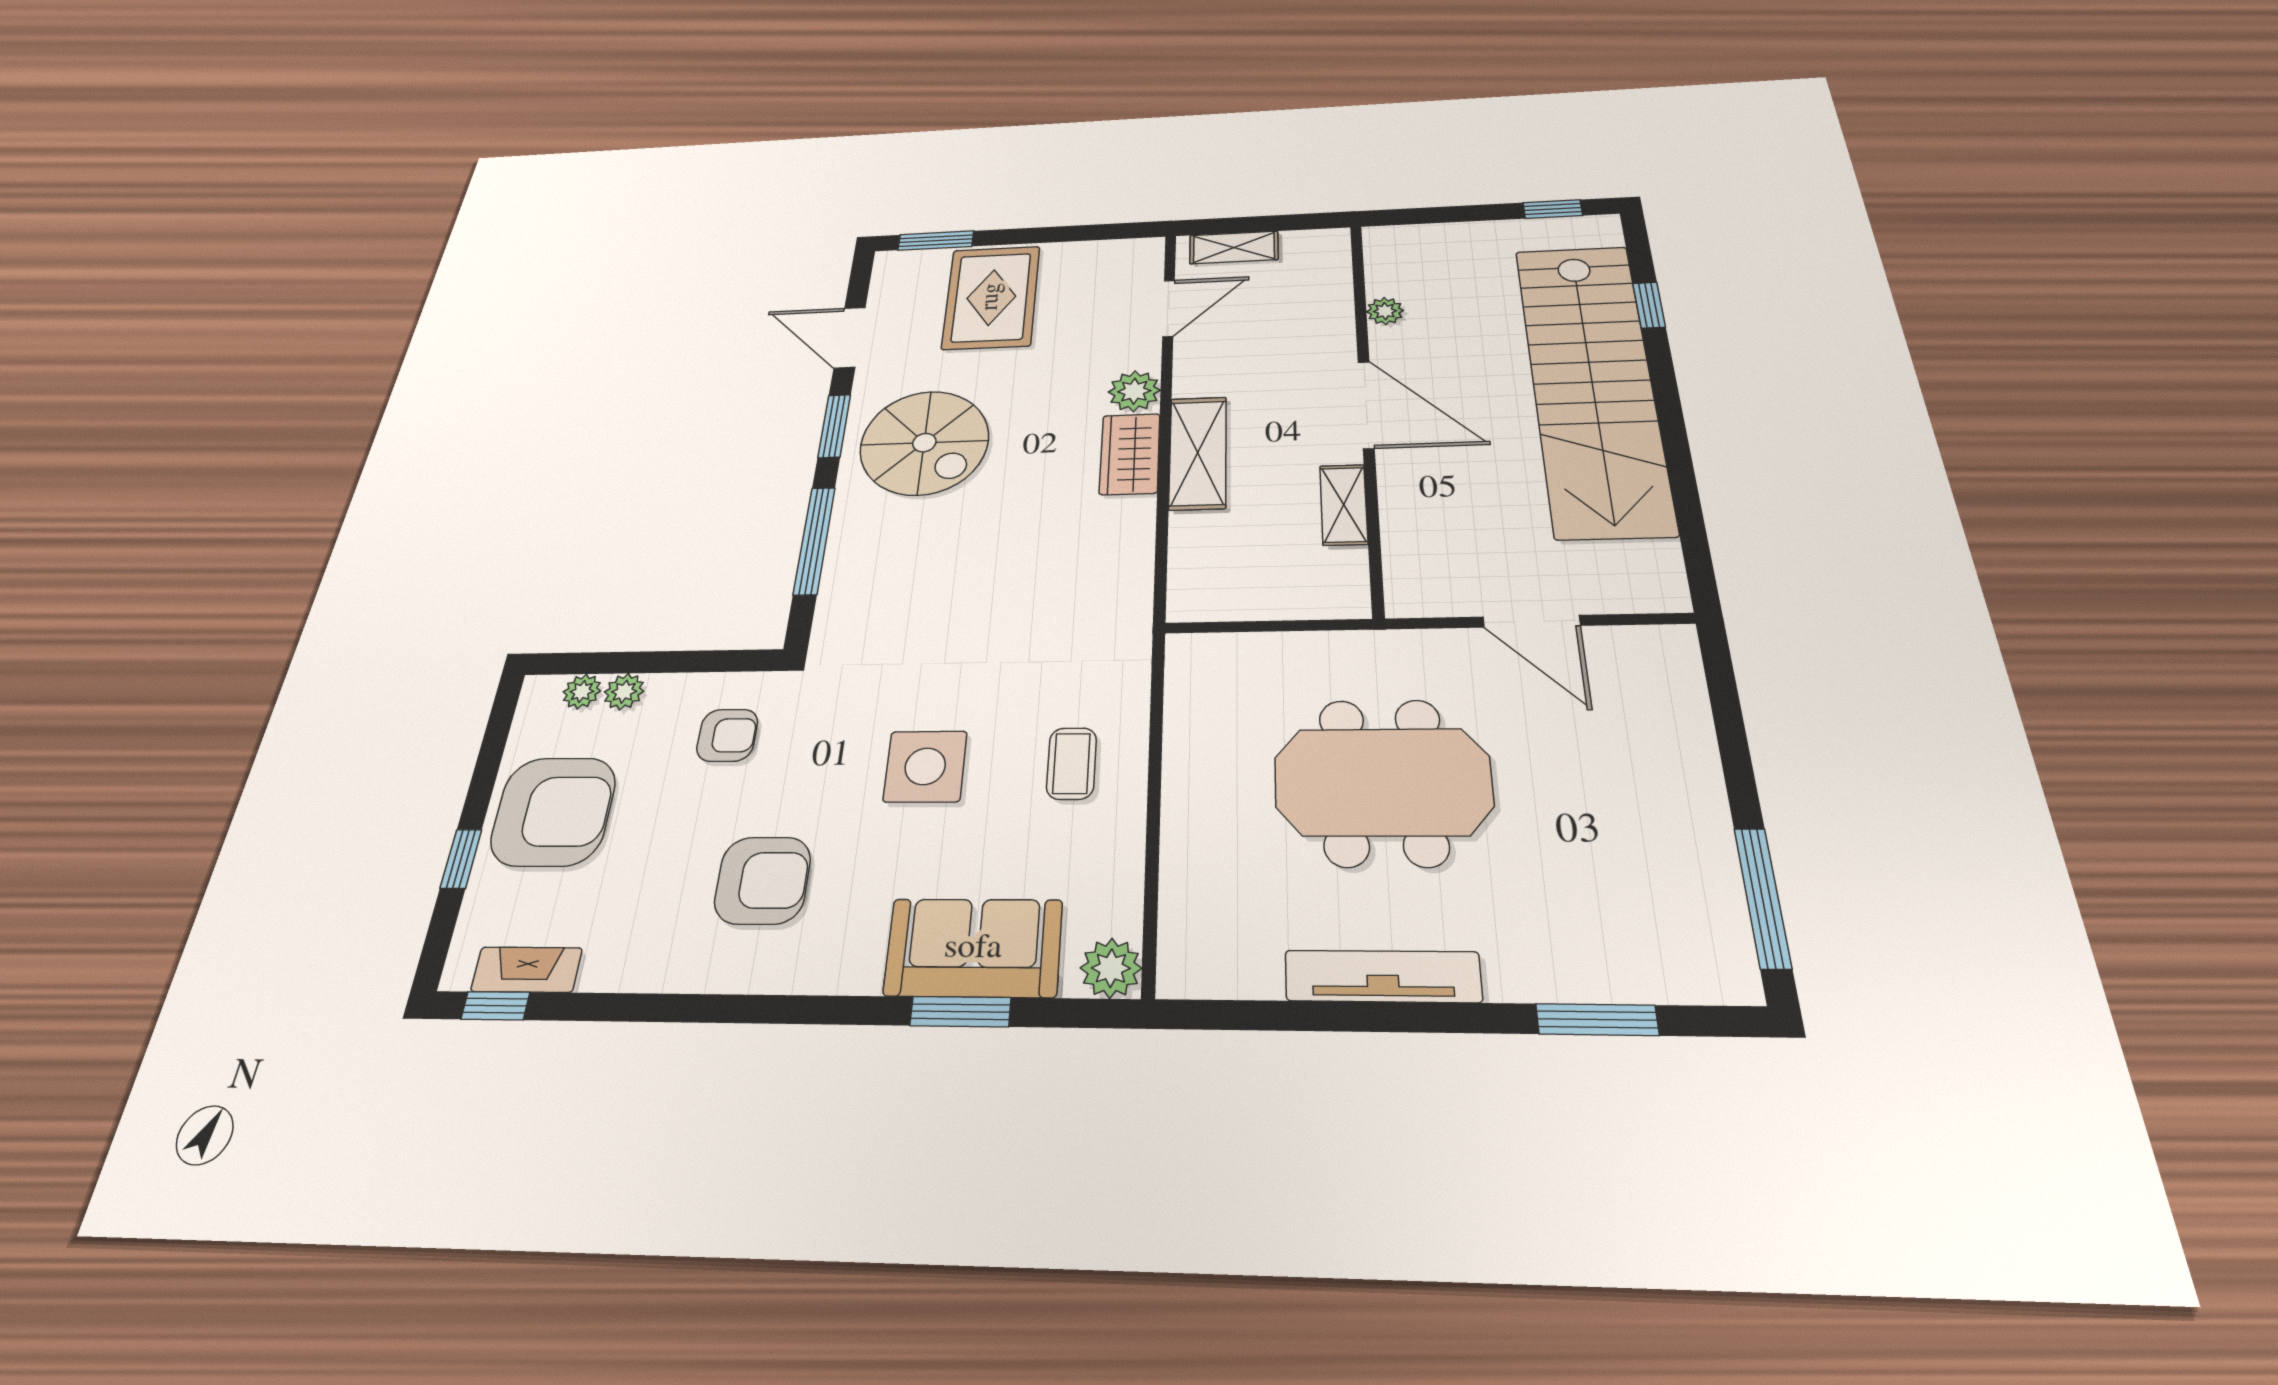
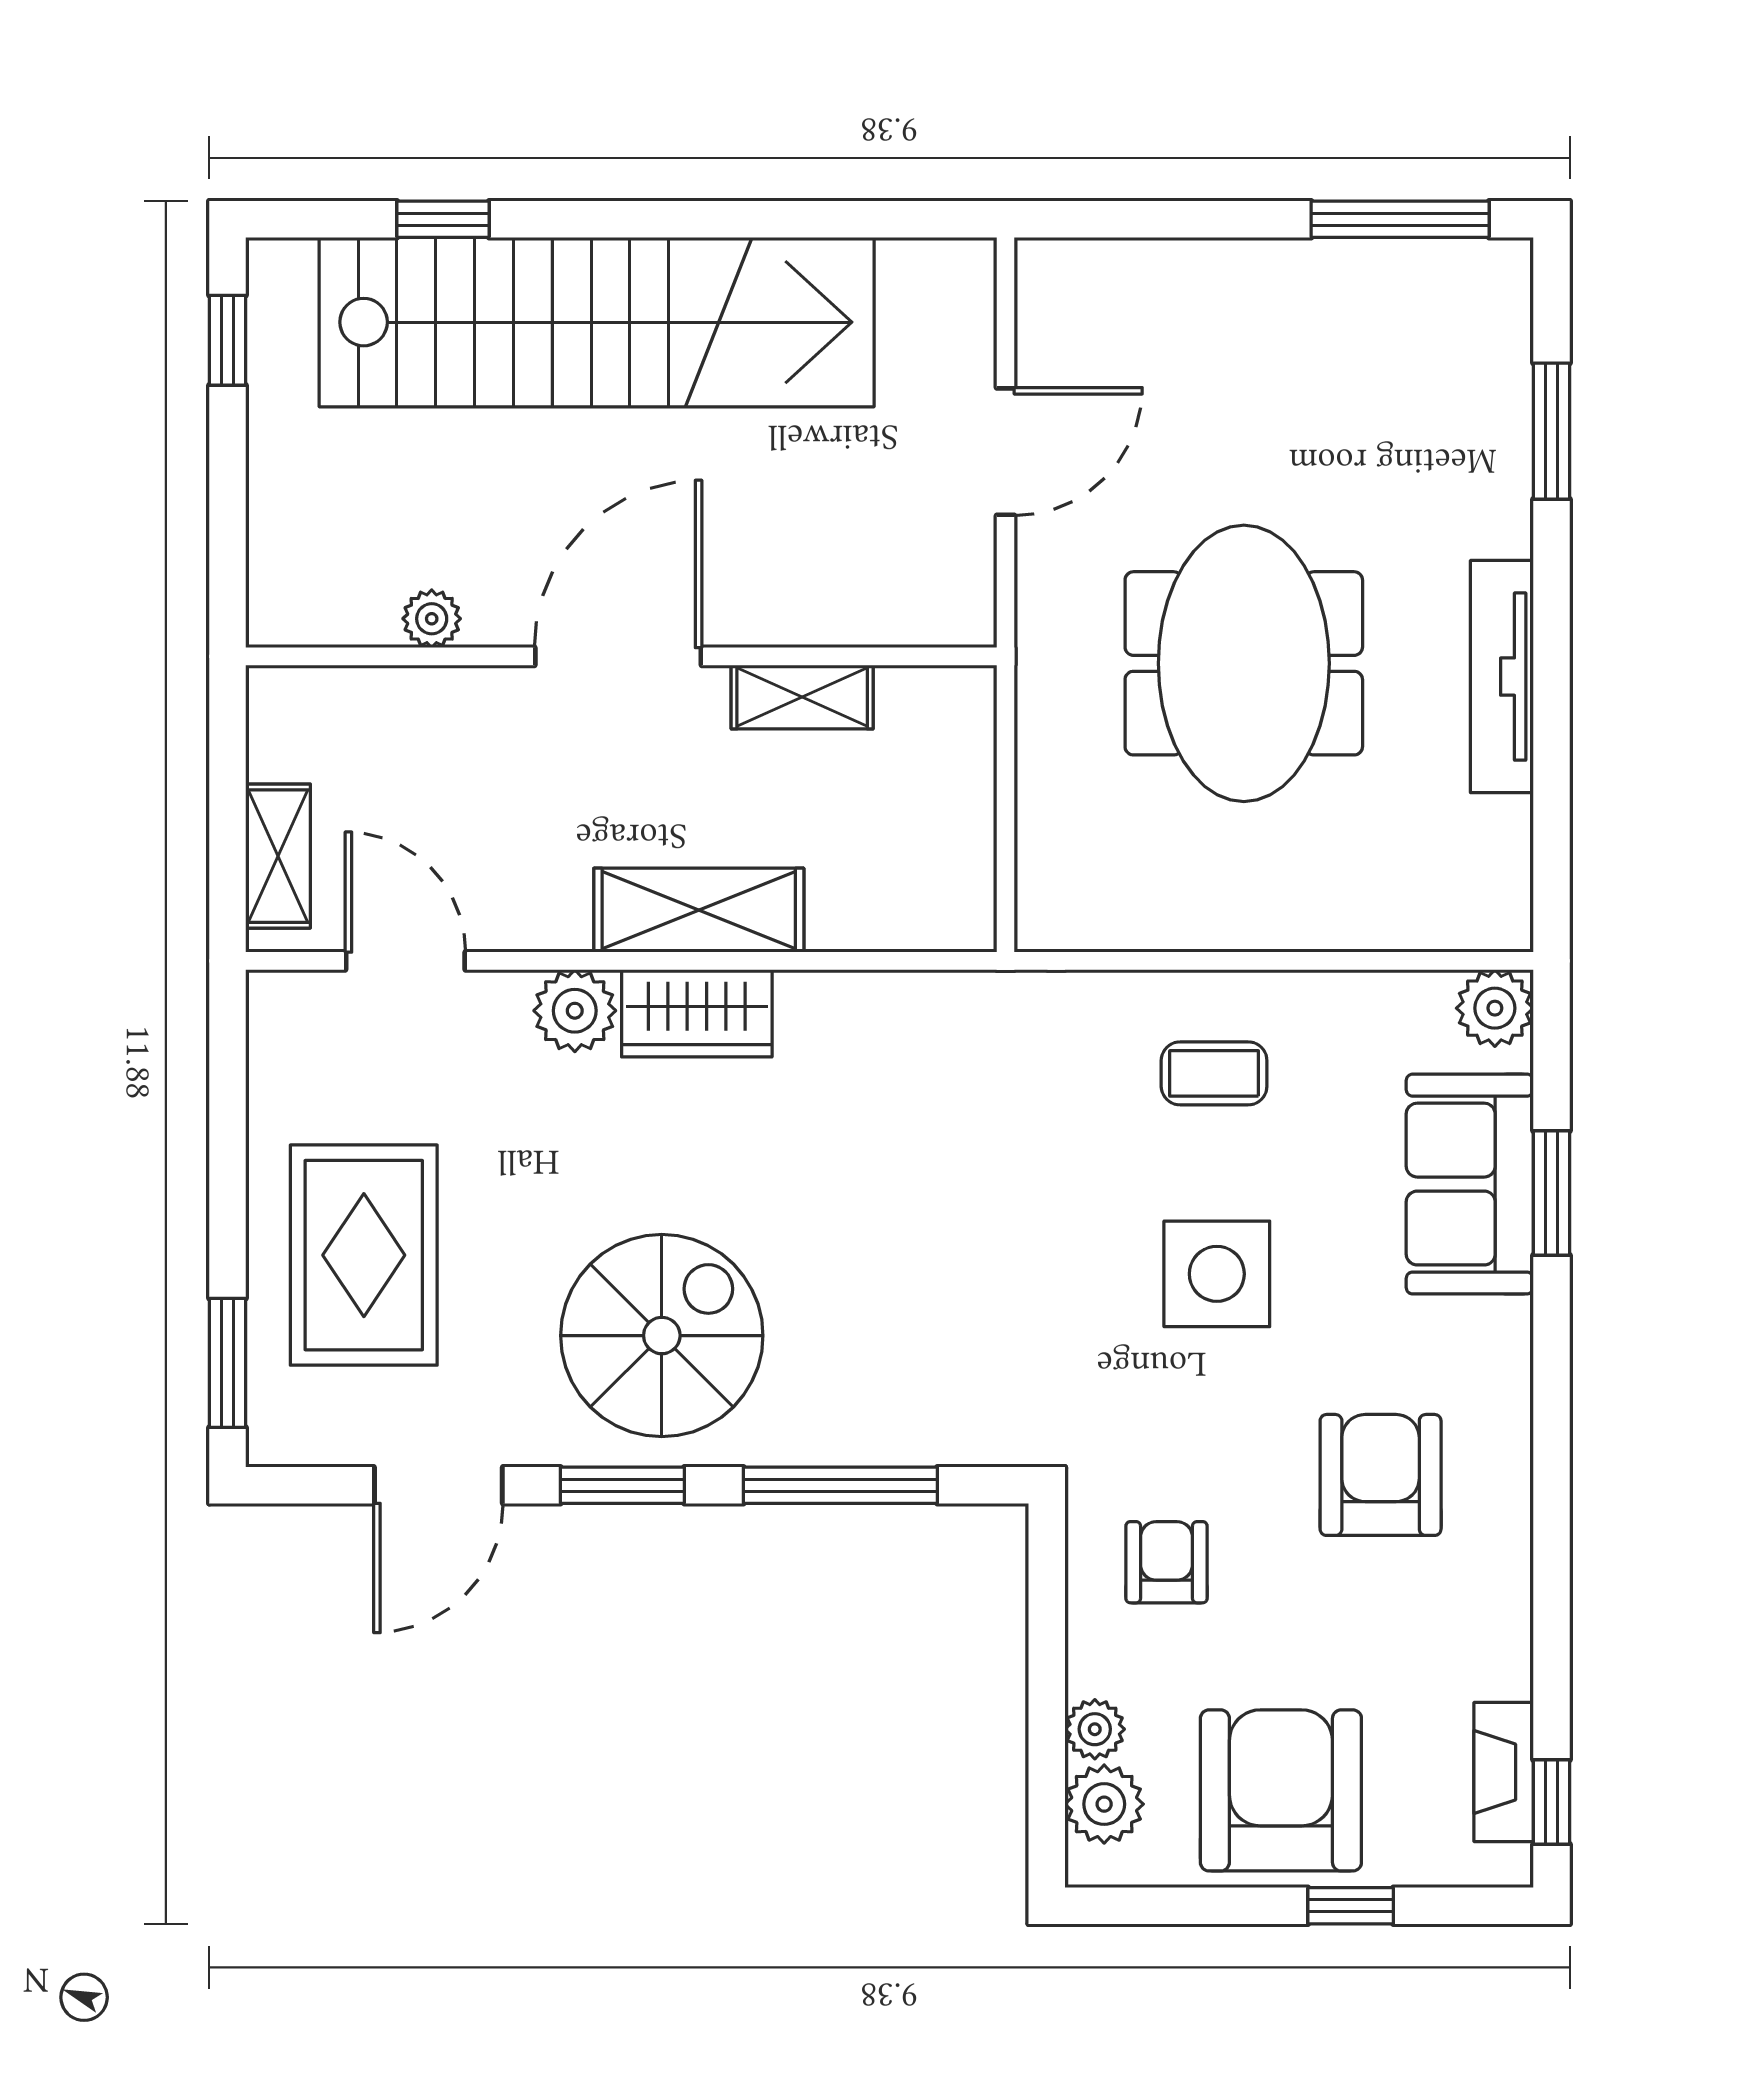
rug: (991, 297) -> (364, 1255), turned 90
plant: (582, 691) -> (1104, 1804), width x1.38, depth x1.38

